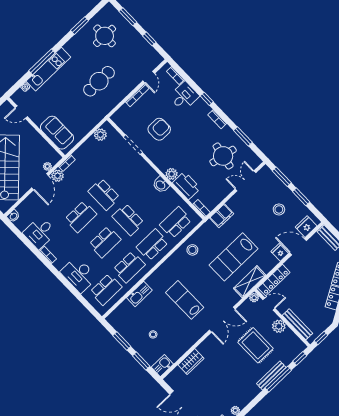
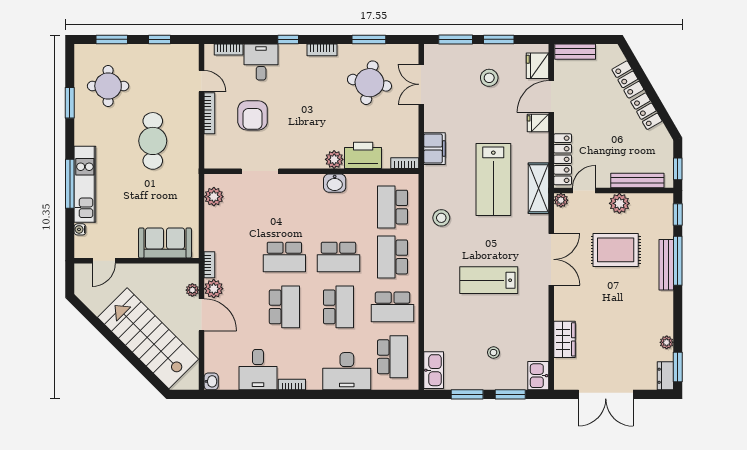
armchair: (159, 129) -> (253, 115), moved, turned 180
school desk: (129, 267) -> (393, 307), turned 90
kitchen sink: (139, 294) -> (434, 370), moved

